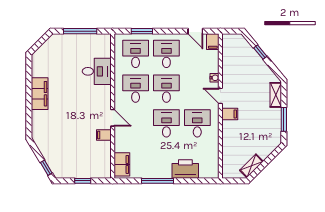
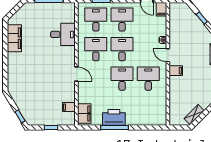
filing cabinet: (40, 94) -> (14, 38), moved
filing cabinet: (104, 135) -> (69, 107), moved
printer: (185, 169) -> (114, 117), moved

